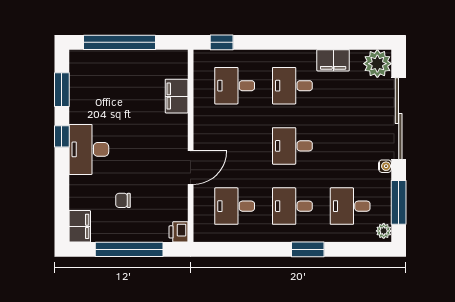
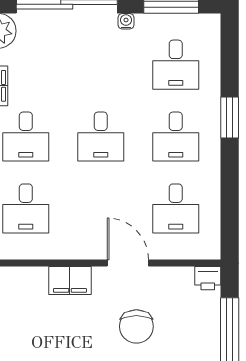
filing cabinet: (177, 96) -> (70, 281), moved
chair: (123, 200) -> (136, 326), moved, width x1.87, depth x1.87
plant: (384, 231) -> (207, 23), removed

